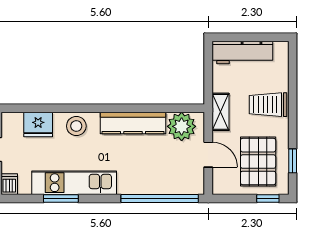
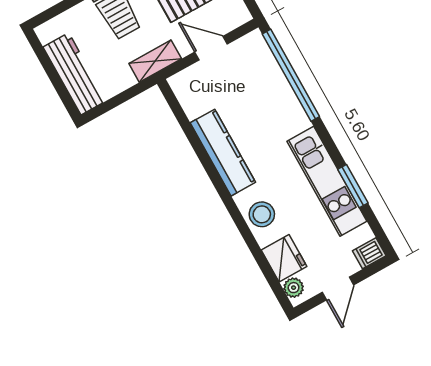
plant: (182, 126) -> (294, 288), moved, width x0.53, depth x0.53
door: (208, 155) -> (211, 48), hinge flipped

